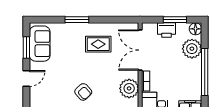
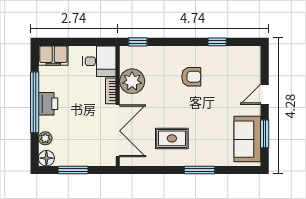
printer: (167, 30) -> (48, 104), moved, turned 90
plant: (192, 49) -> (45, 138), width x0.53, depth x0.53
armchair: (83, 92) -> (191, 77), turned 133

